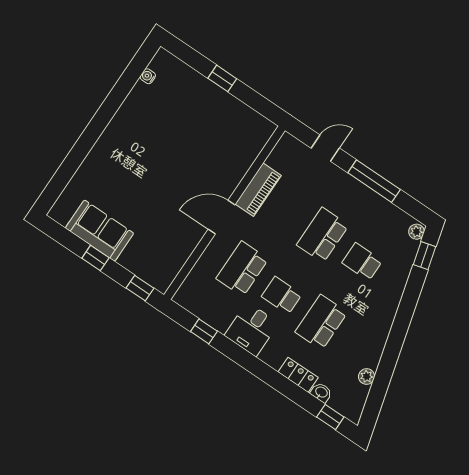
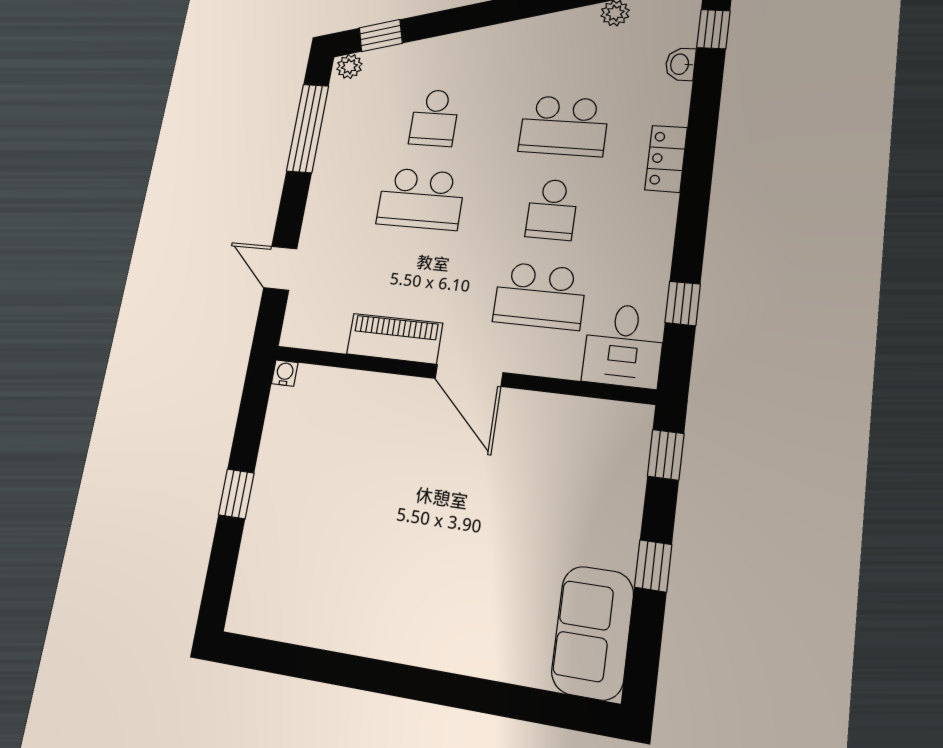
water cooler: (148, 76) -> (285, 373), moved, turned 180
window: (374, 181) -> (308, 128), moved
sofa: (99, 231) -> (593, 632), moved
desk: (251, 329) -> (624, 345), moved, turned 90
locker: (298, 375) -> (666, 159), moved

